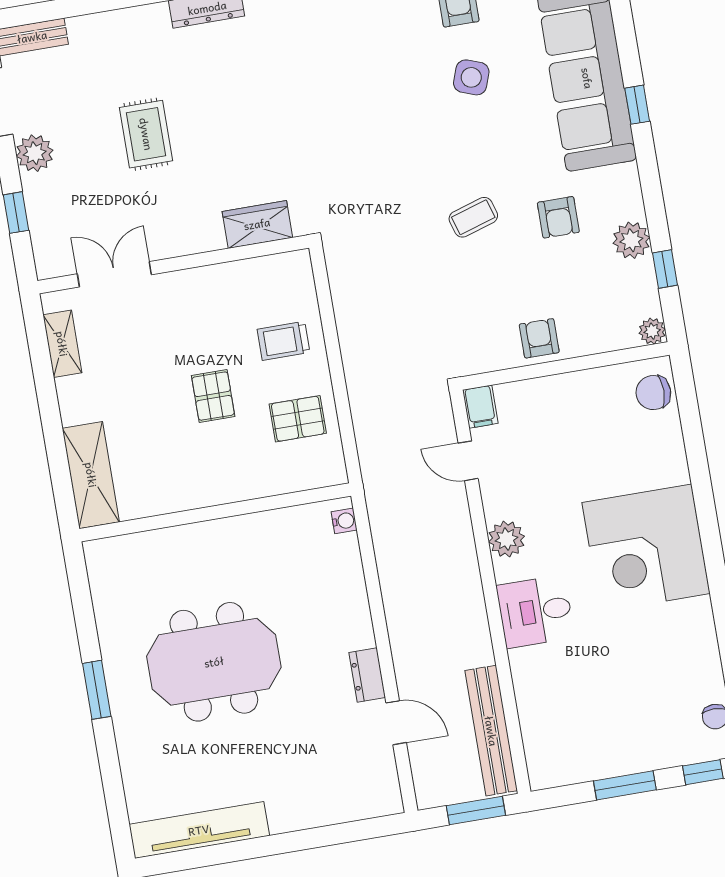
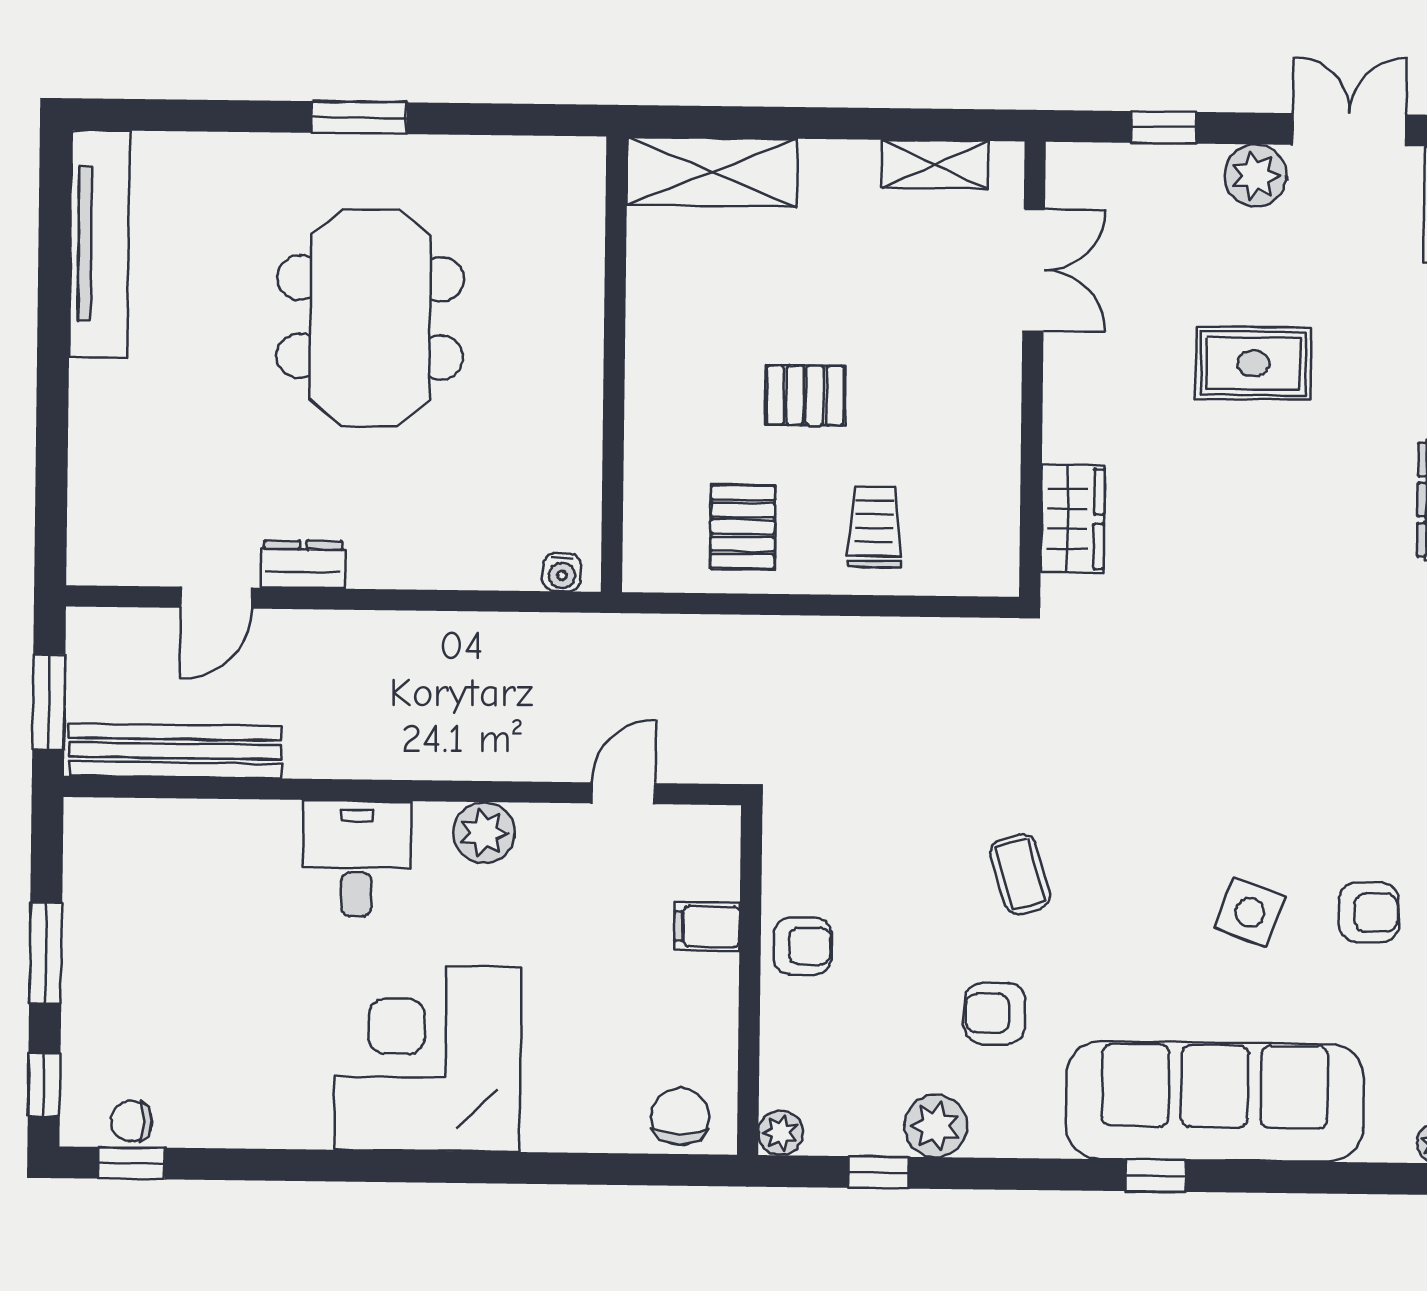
filing cabinet: (480, 407) -> (707, 926), moved

